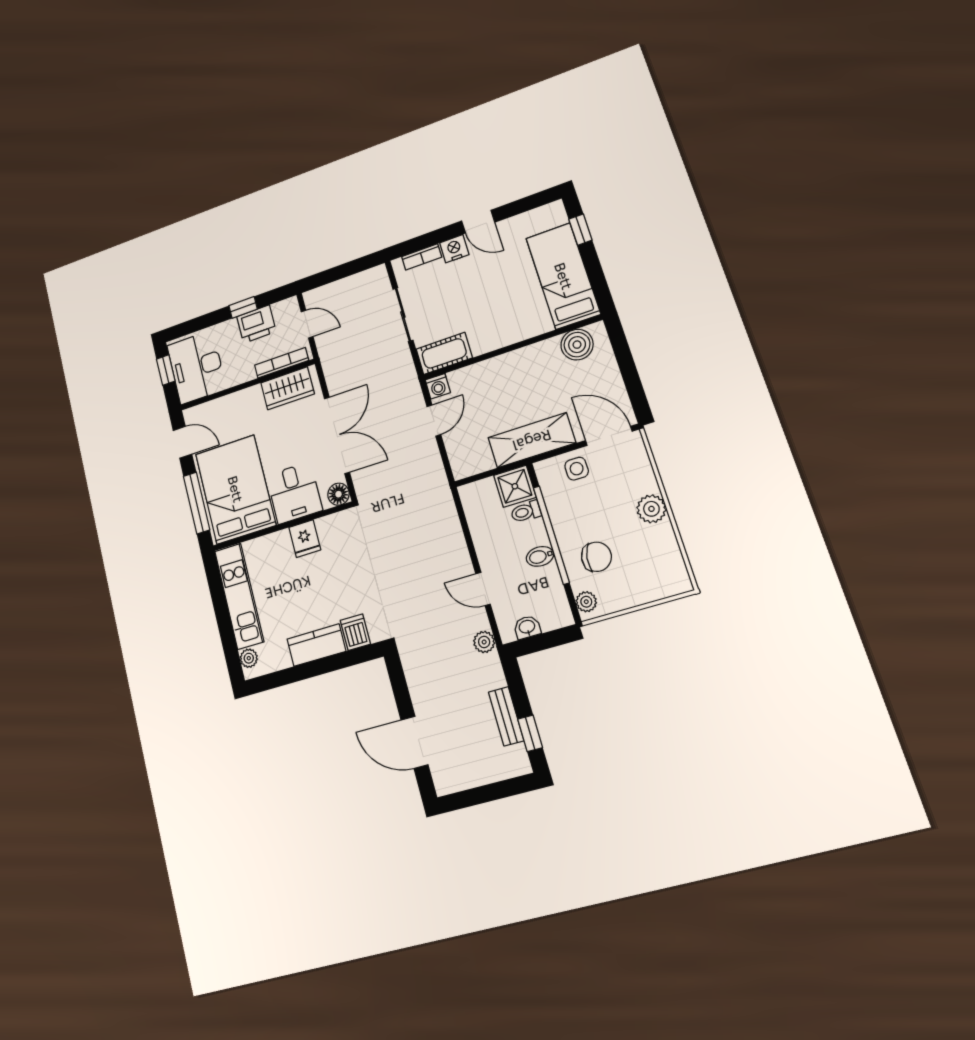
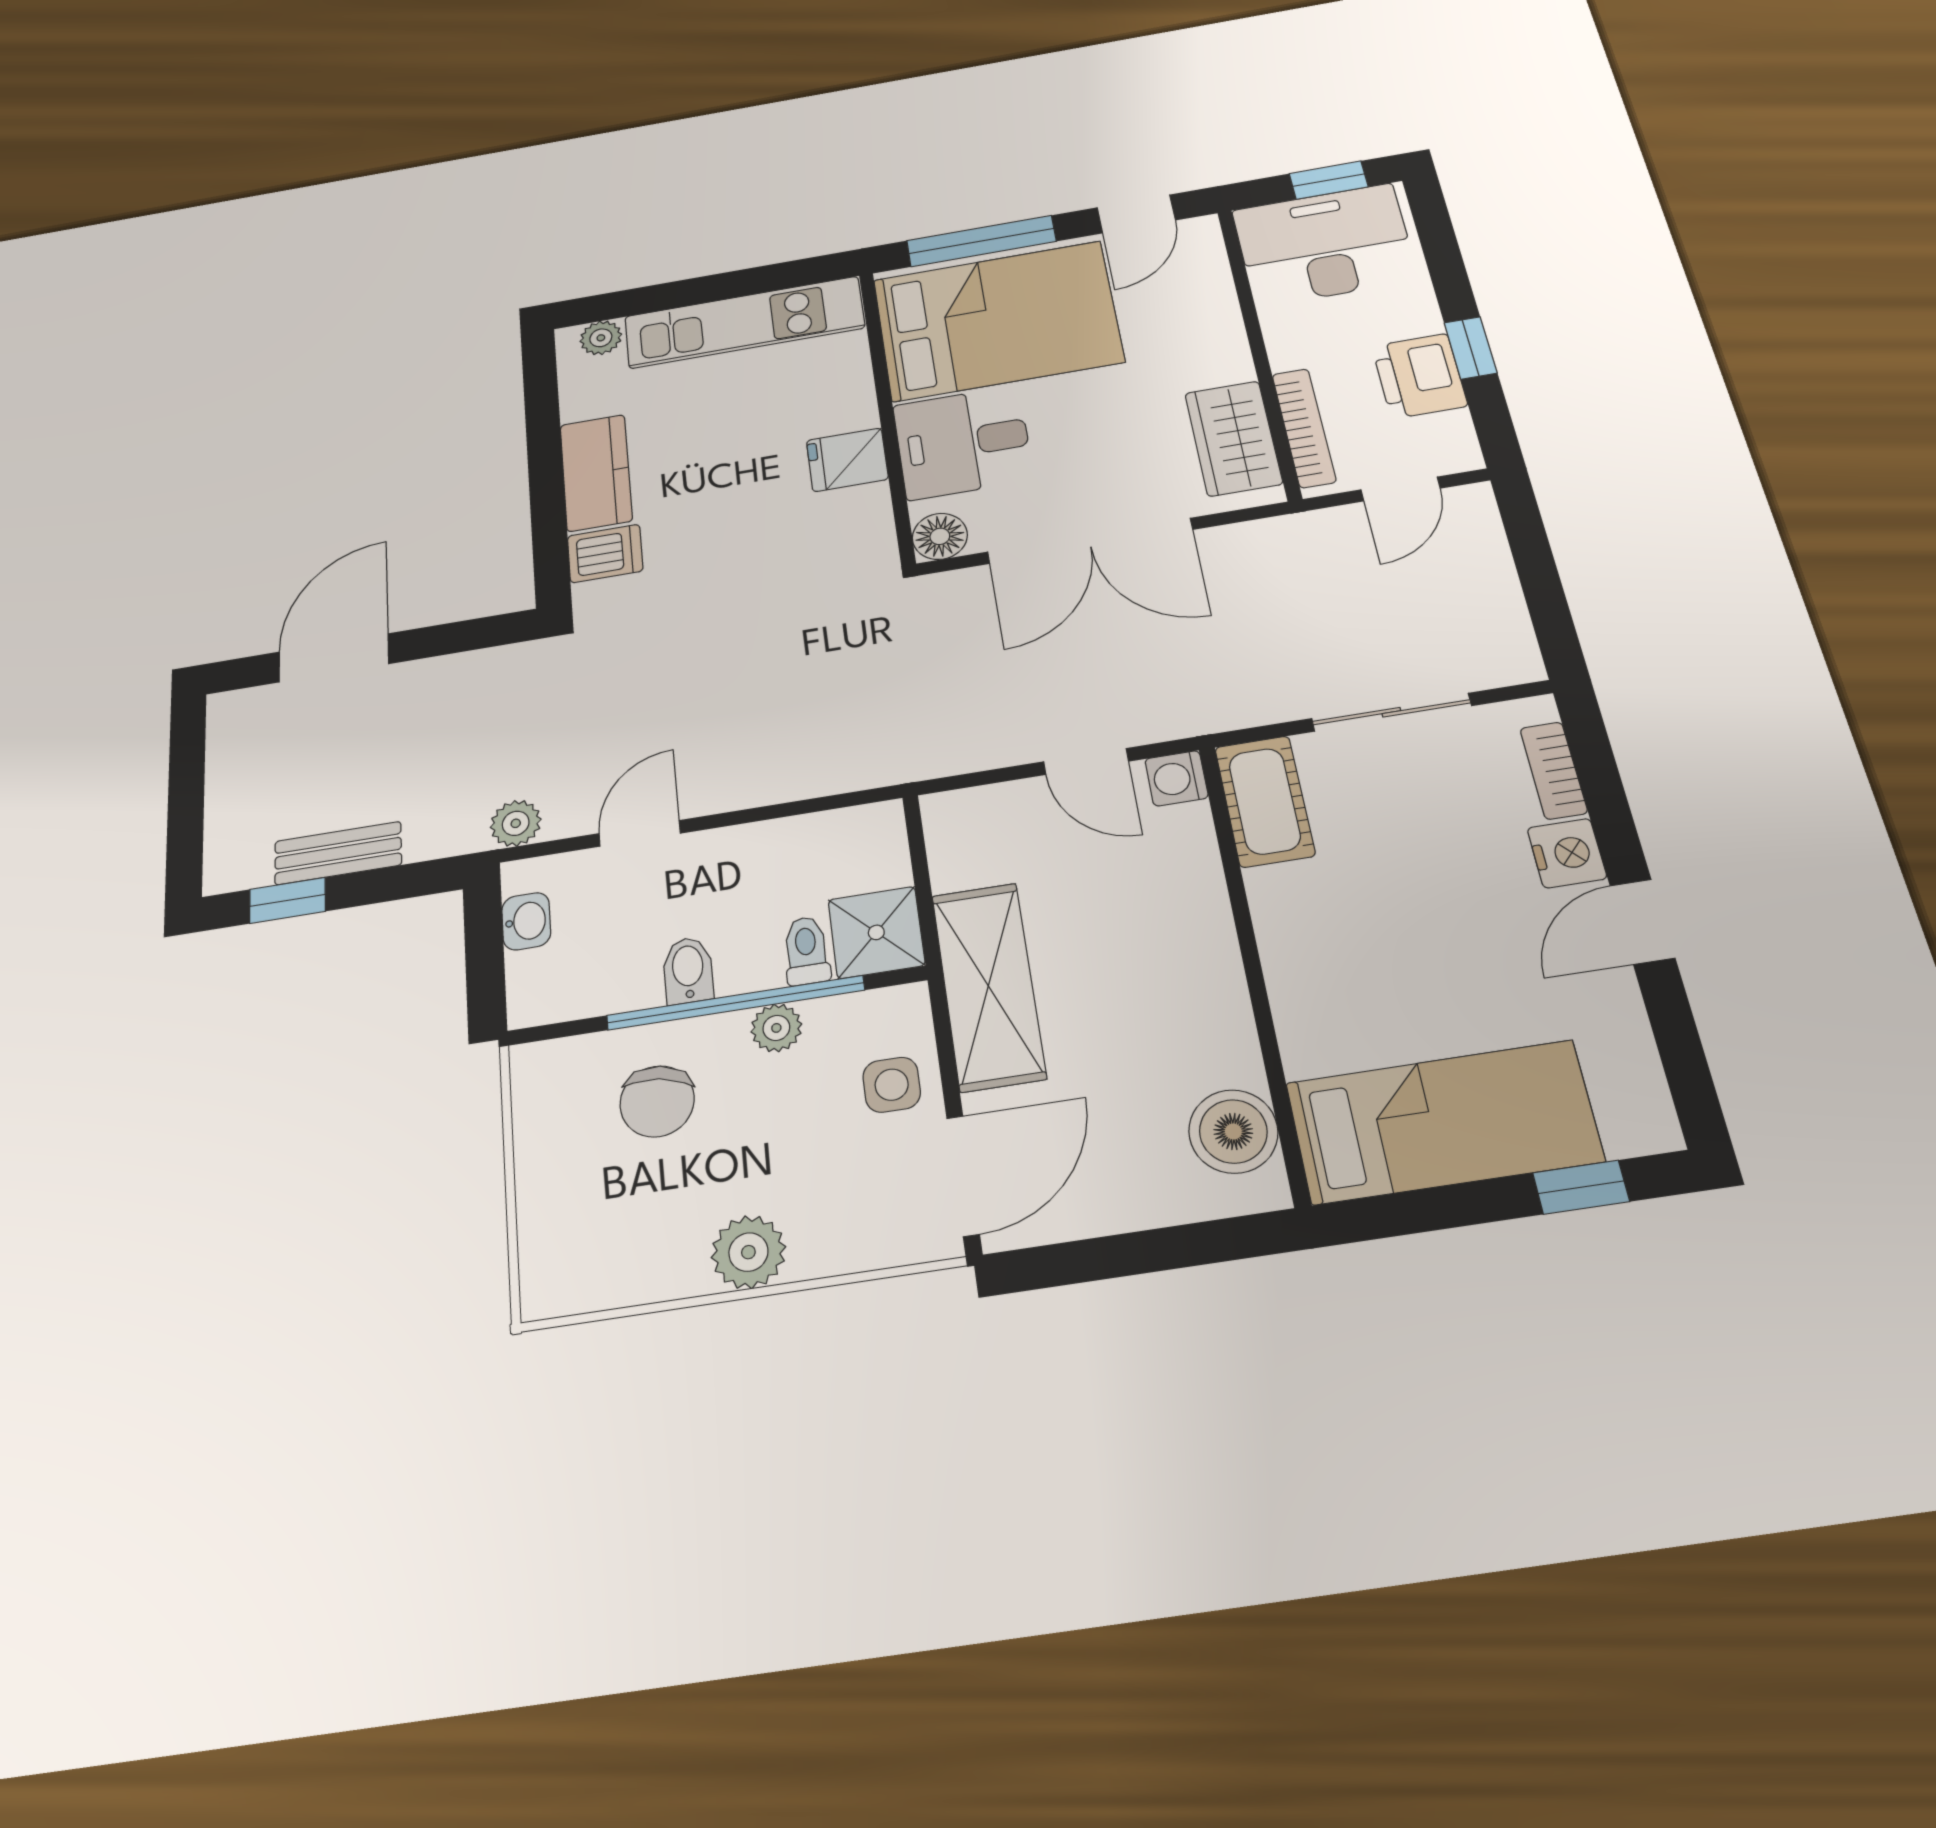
plant: (586, 602) -> (776, 1028), moved

